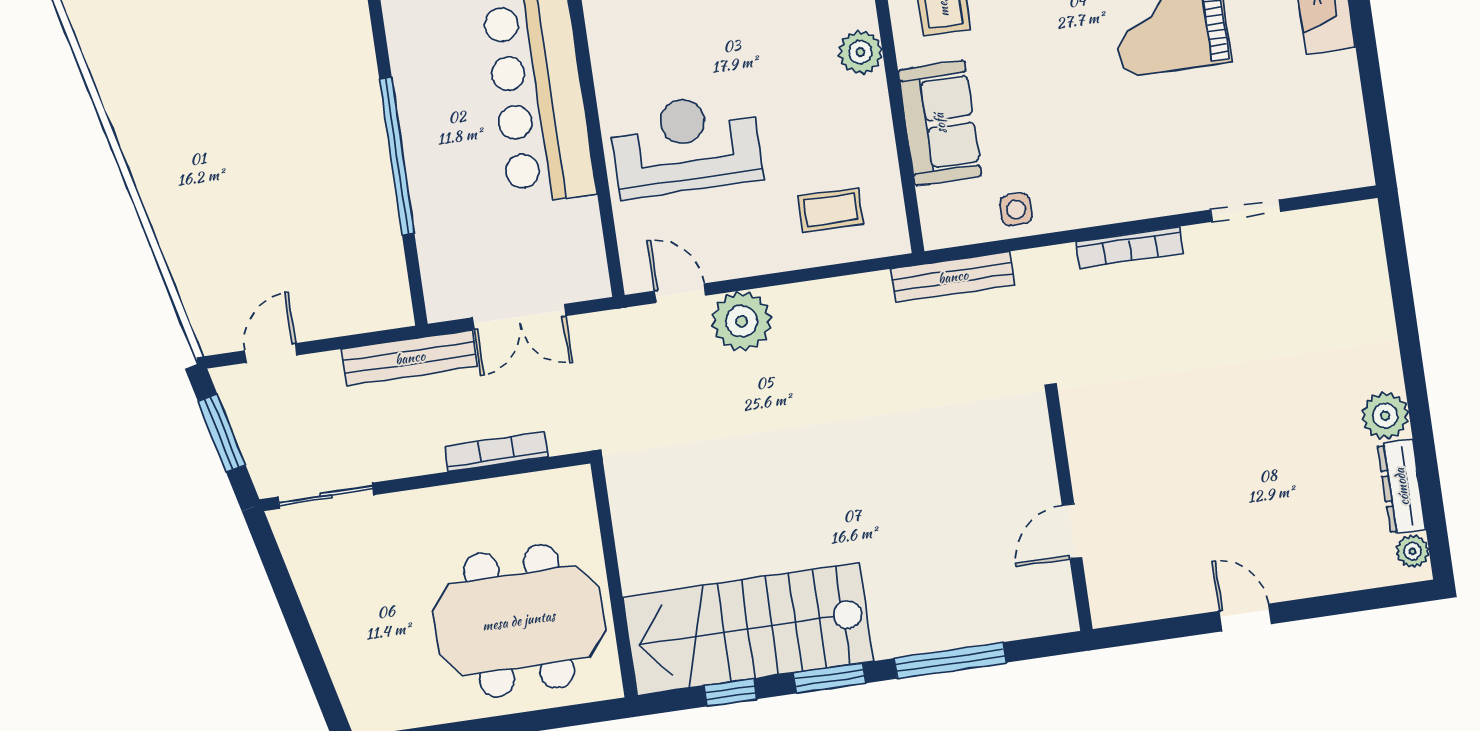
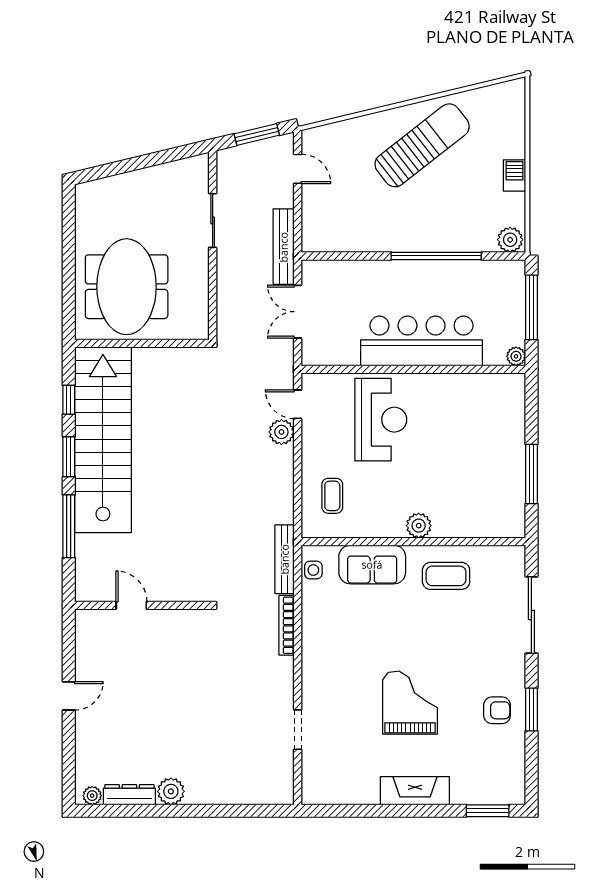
sun lounger: (198, 143) -> (422, 145), added
window: (397, 156) -> (436, 256), moved
side table: (1016, 209) -> (313, 570), moved
bookcase: (1130, 247) -> (287, 625), moved
door: (680, 293) -> (298, 404), swing flipped
plant: (742, 321) -> (281, 432), width x0.73, depth x0.73
bookcase: (496, 452) -> (224, 288), removed
sliding door: (326, 496) -> (213, 220), moved
stairs: (748, 629) -> (103, 440), width x1.36

